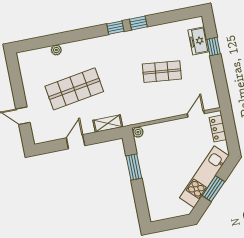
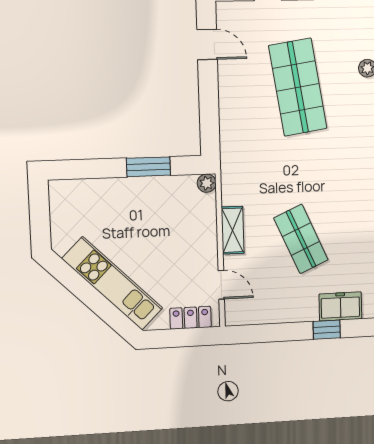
shop shelf: (162, 72) -> (301, 239), turned -30
shelving: (108, 124) -> (233, 230), moved
door: (76, 142) -> (207, 44), moved
window: (213, 189) -> (90, 296), removed

